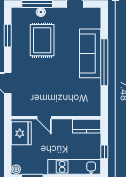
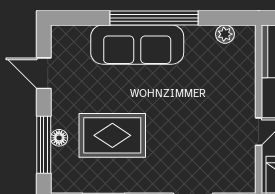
plant: (96, 100) -> (225, 34), added

